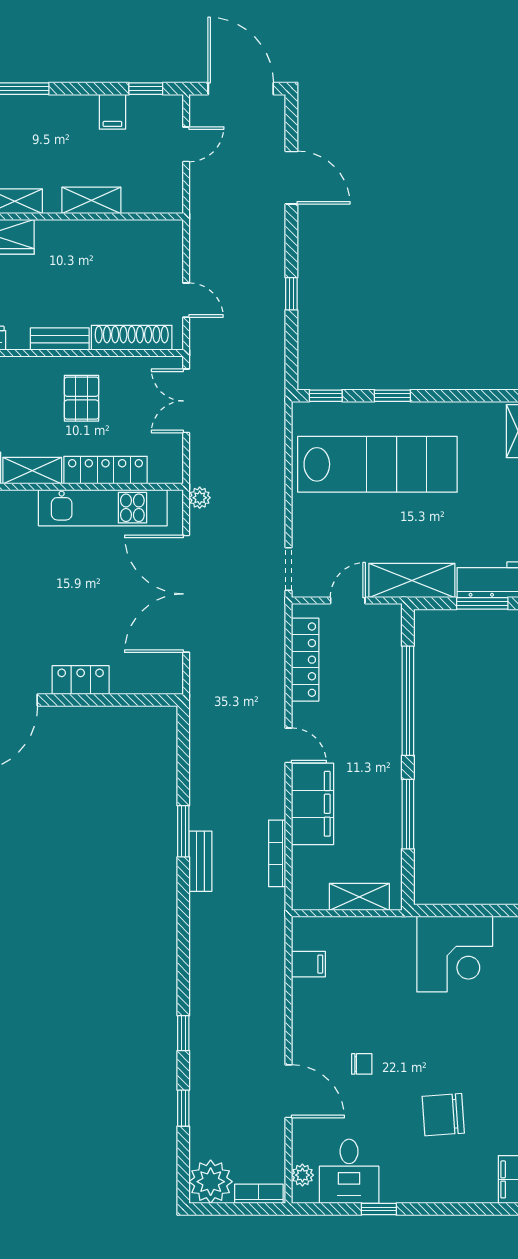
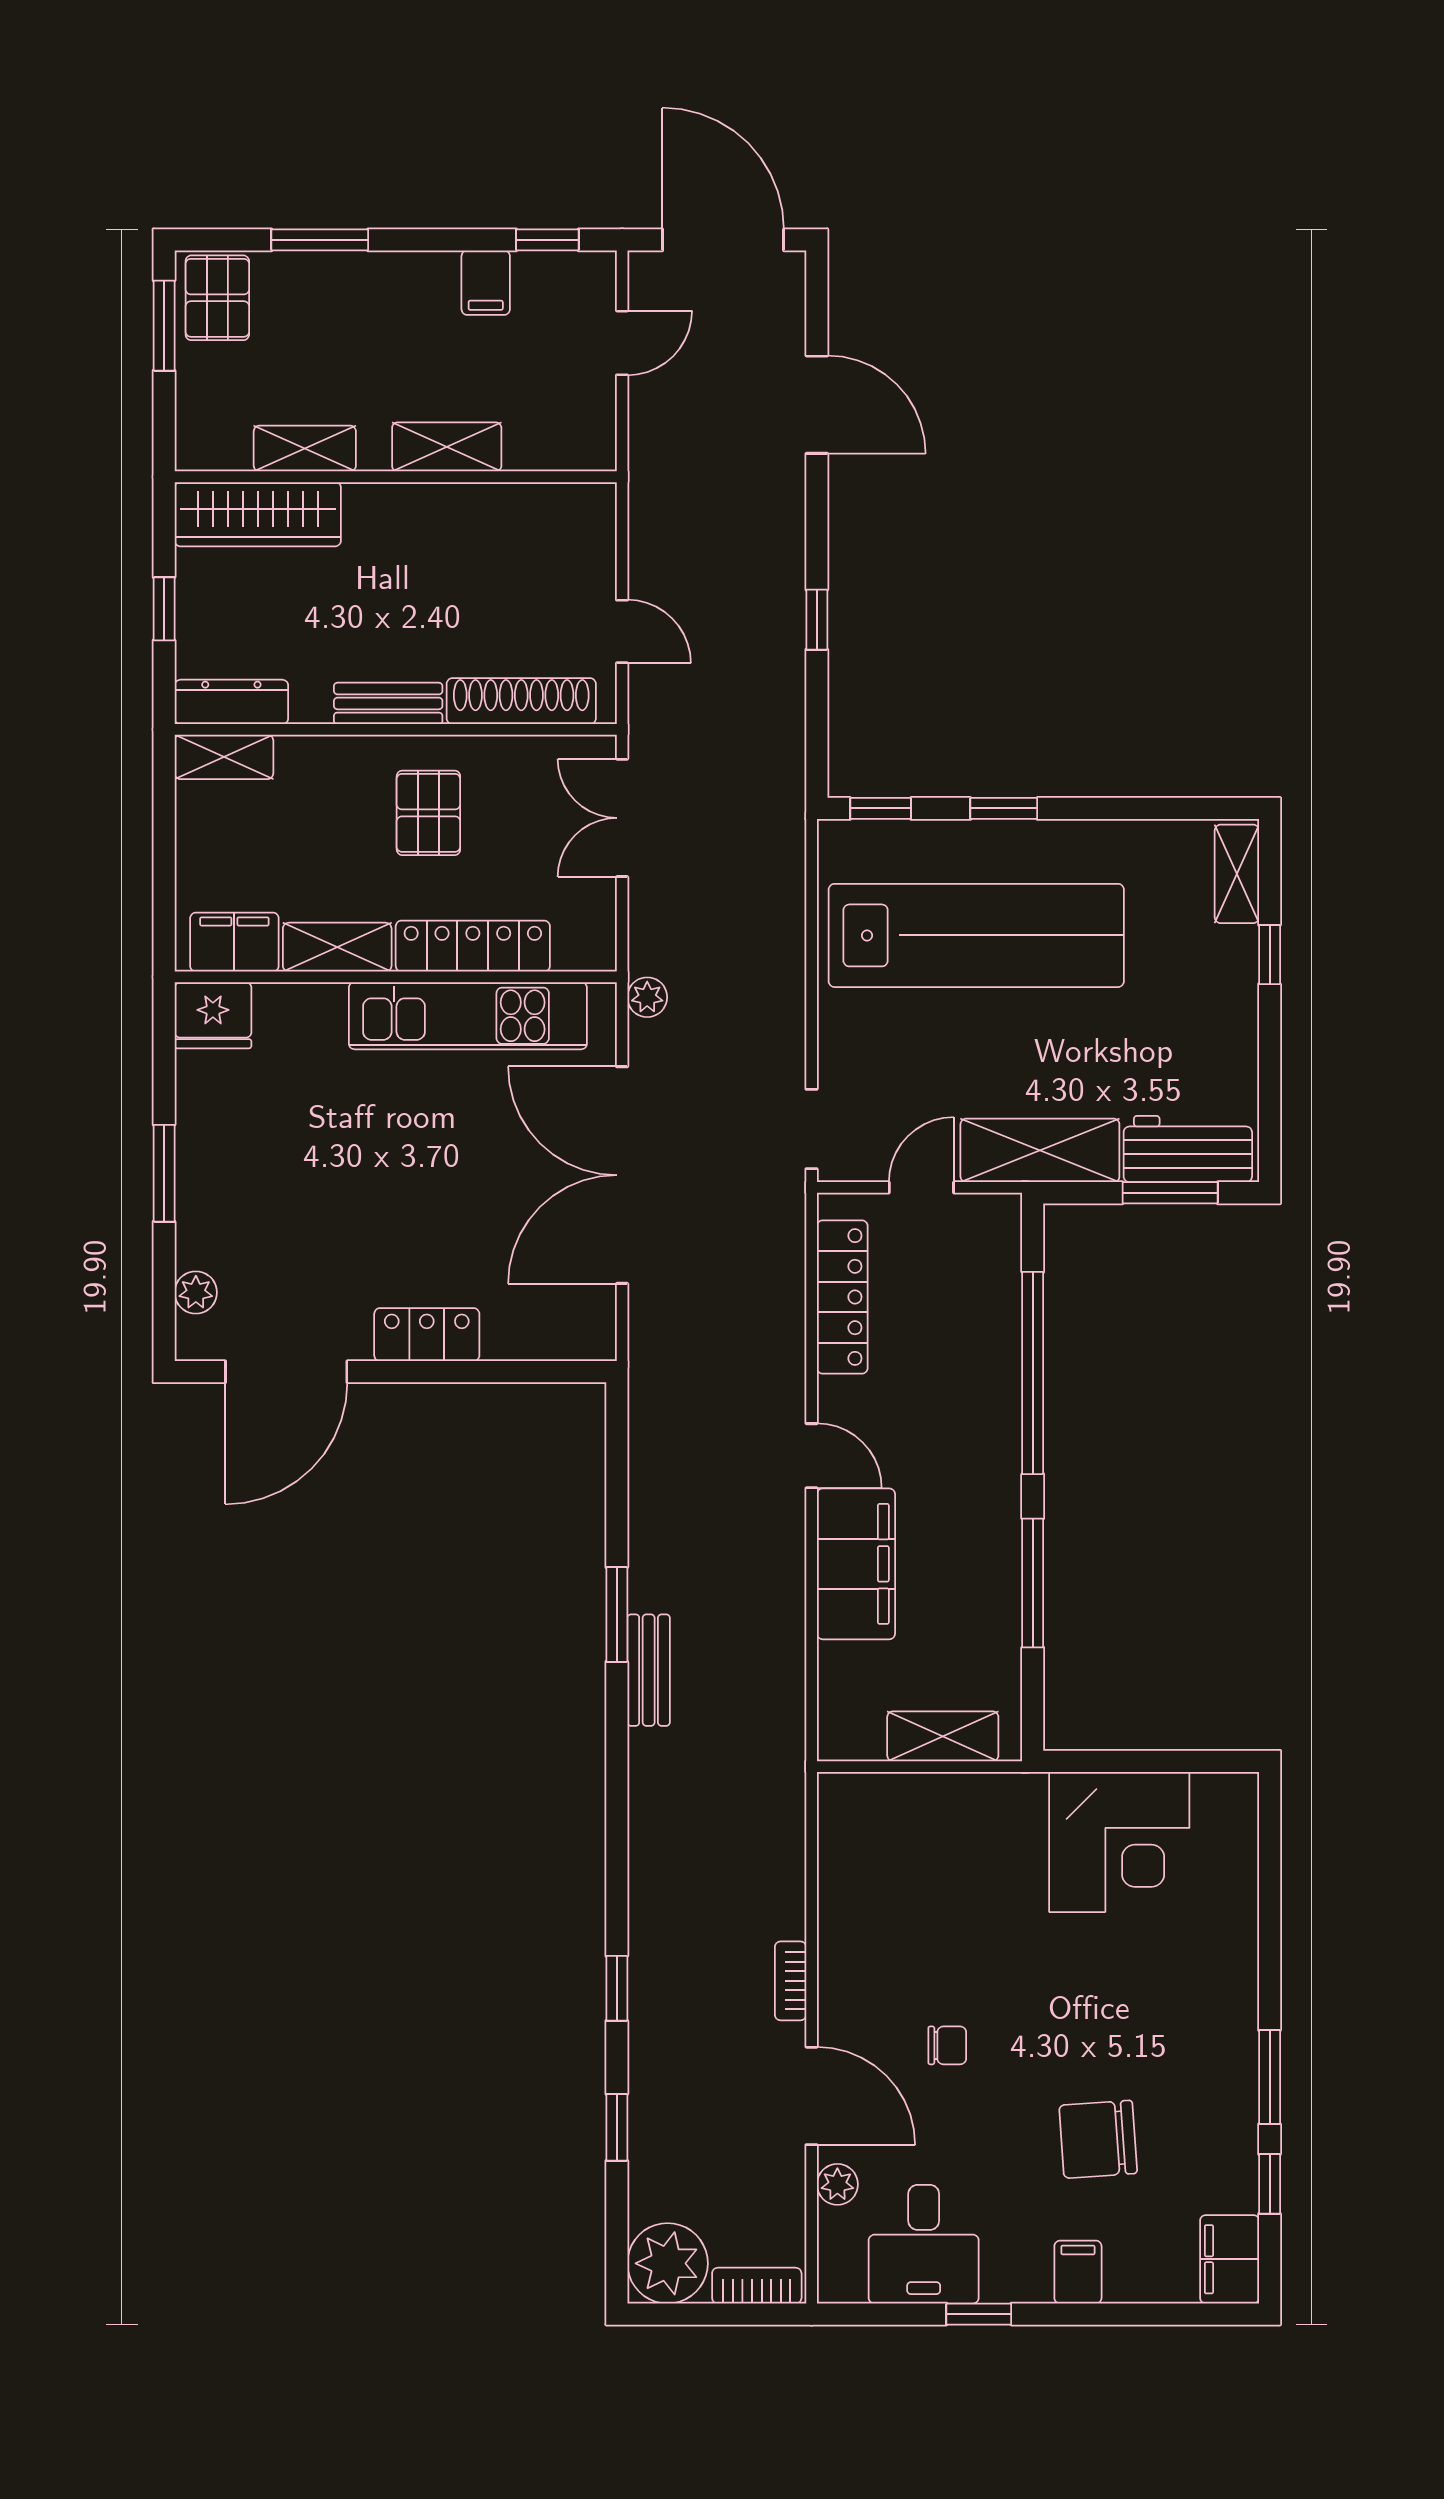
bookcase: (277, 853) -> (791, 1981), moved, width x0.64
filing cabinet: (308, 964) -> (1078, 2272), moved, turned -90
plant: (302, 1175) -> (837, 2184), moved

